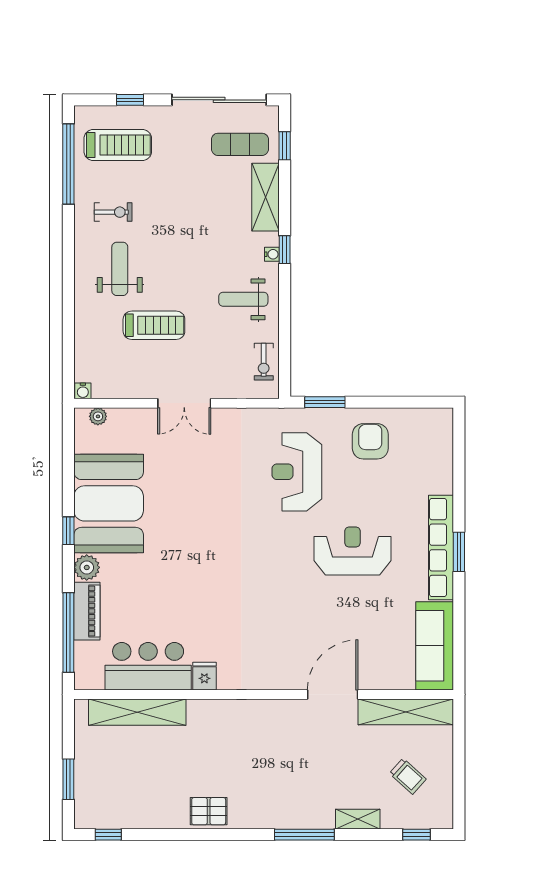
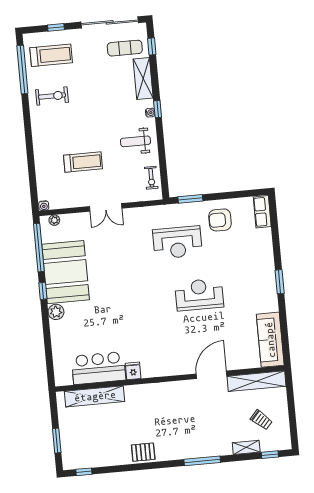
exercise bike: (113, 212) -> (52, 96), width x1.38, depth x1.39
weight bench: (120, 269) -> (59, 130), removed
armchair: (370, 441) -> (220, 220), turned -90
reception desk: (297, 472) -> (177, 242), turned -90
row of seats: (441, 548) -> (262, 212), moved, width x0.50
reception desk: (352, 551) -> (199, 295), moved
piano: (87, 611) -> (59, 338), removed
window: (68, 633) -> (39, 248), moved
shelving: (358, 819) -> (246, 447), moved

